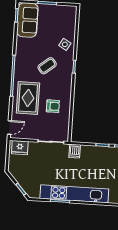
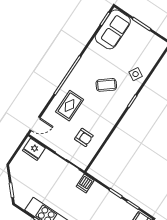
rug: (28, 98) -> (70, 106), width x0.73, depth x0.70
armchair: (53, 106) -> (84, 137), moved

